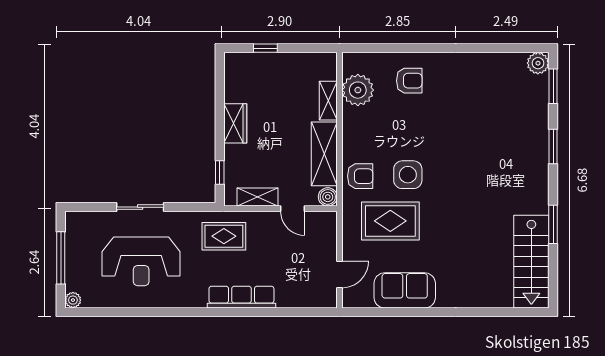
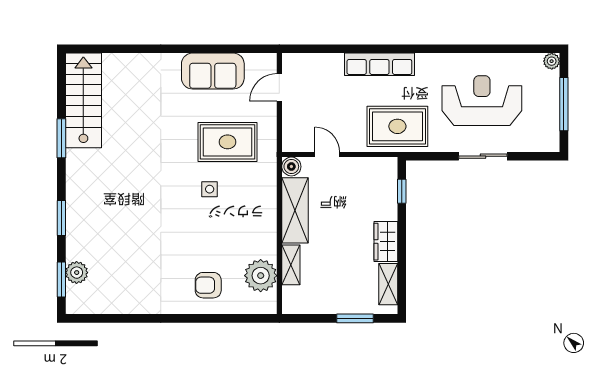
window: (265, 48) -> (355, 318), width x1.50
plant: (538, 63) -> (77, 273), moved
side table: (408, 175) -> (210, 189), width x0.54, depth x0.54
armchair: (360, 176) -> (258, 188), removed
shelving: (257, 197) -> (388, 284), moved, turned 90
rug: (224, 236) -> (397, 126), width x1.36, depth x1.43

